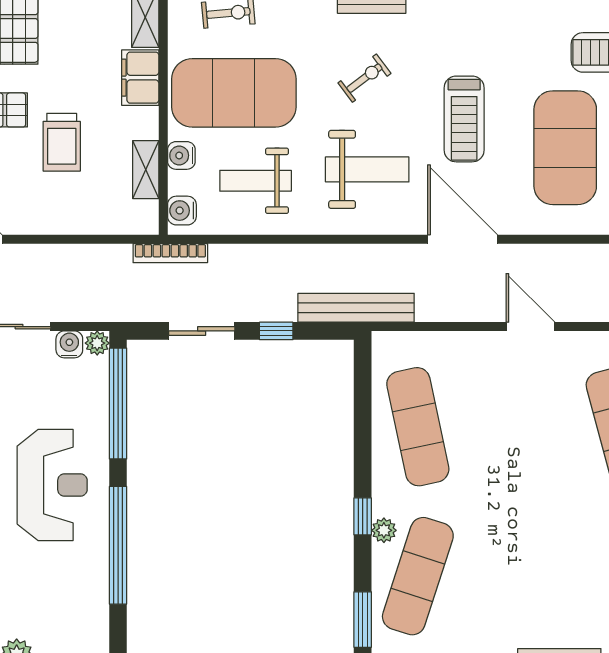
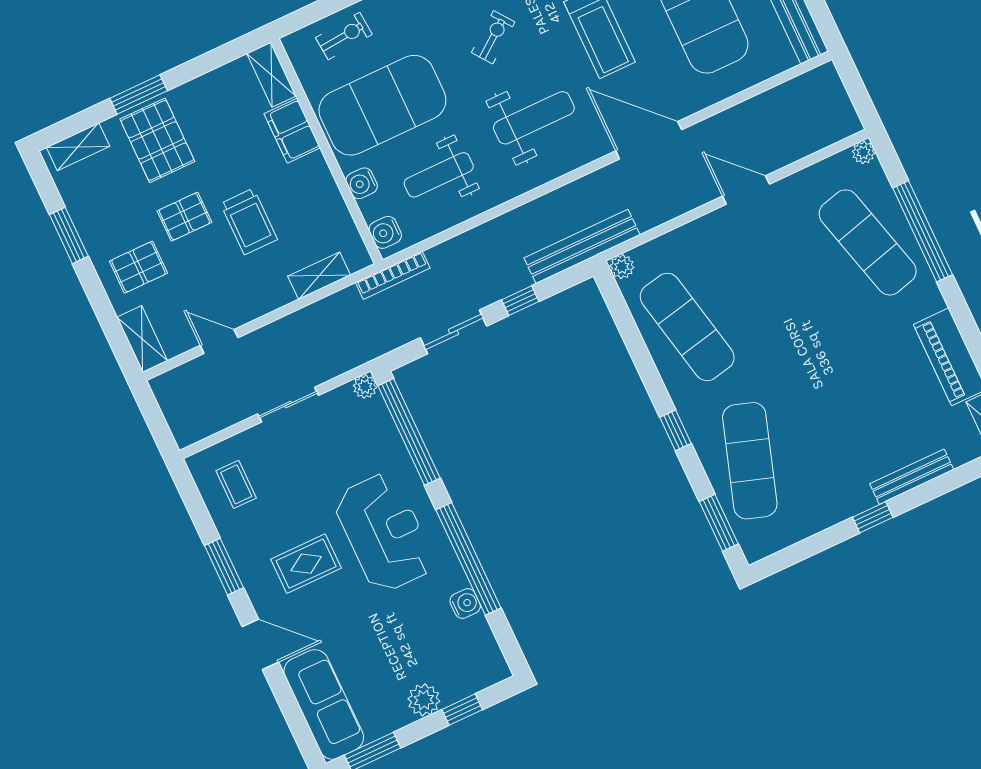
shelving: (146, 170) -> (319, 276), moved, turned 90
water cooler: (69, 344) -> (465, 603), moved, turned 90
plant: (384, 530) -> (622, 267), moved

